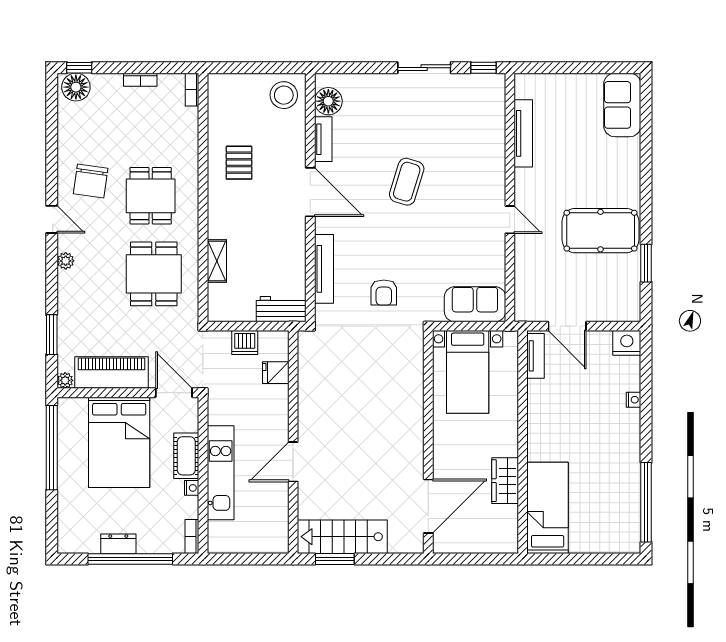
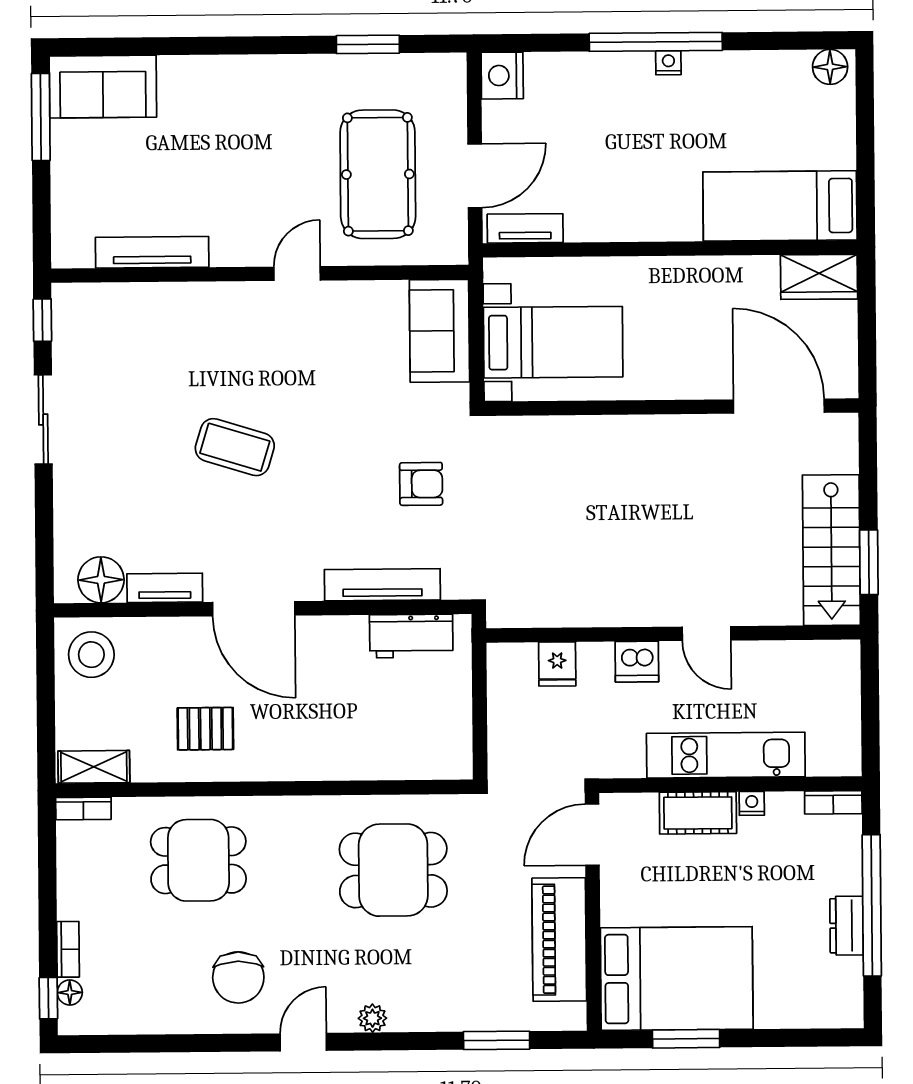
window: (605, 68) -> (41, 117), added
bookcase: (140, 80) -> (68, 949), moved
floor lamp: (76, 87) -> (70, 992), width x0.53, depth x0.53
chair: (91, 181) -> (238, 977), turned 82
door: (310, 192) -> (254, 609), swing flipped
dining table: (151, 196) -> (198, 860), moved
pool table: (601, 231) -> (378, 174), moved
shelving: (217, 261) -> (94, 767), moved
workbench: (281, 309) -> (411, 636), moved, turned -90
dishwasher: (245, 343) -> (637, 662), moved, turned 90
plant: (65, 380) -> (573, 1017), removed
nightstand: (634, 400) -> (668, 63), moved
bed: (119, 442) -> (677, 979), moved
window: (52, 448) -> (686, 1039), width x0.47
door: (293, 462) -> (707, 634), width x0.73
wardrobe: (505, 481) -> (819, 277), moved
window: (646, 502) -> (656, 42), moved
floor lamp: (630, 538) -> (830, 67), added

